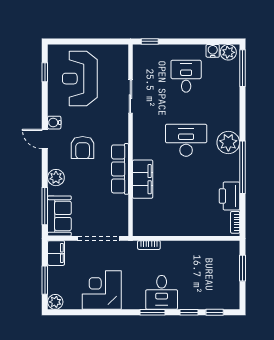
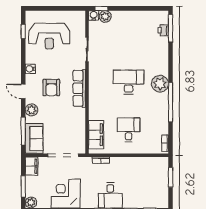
water cooler: (213, 51) -> (94, 15), moved
plant: (228, 52) -> (105, 16), moved
desk: (186, 76) -> (129, 130), moved
reception desk: (80, 79) -> (49, 36), turned -90
door: (45, 139) -> (23, 91), moved
row of seats: (120, 169) -> (79, 88), moved
filing cabinet: (143, 179) -> (96, 135), moved
printer: (229, 196) -> (163, 30), moved, width x0.53, depth x0.68

